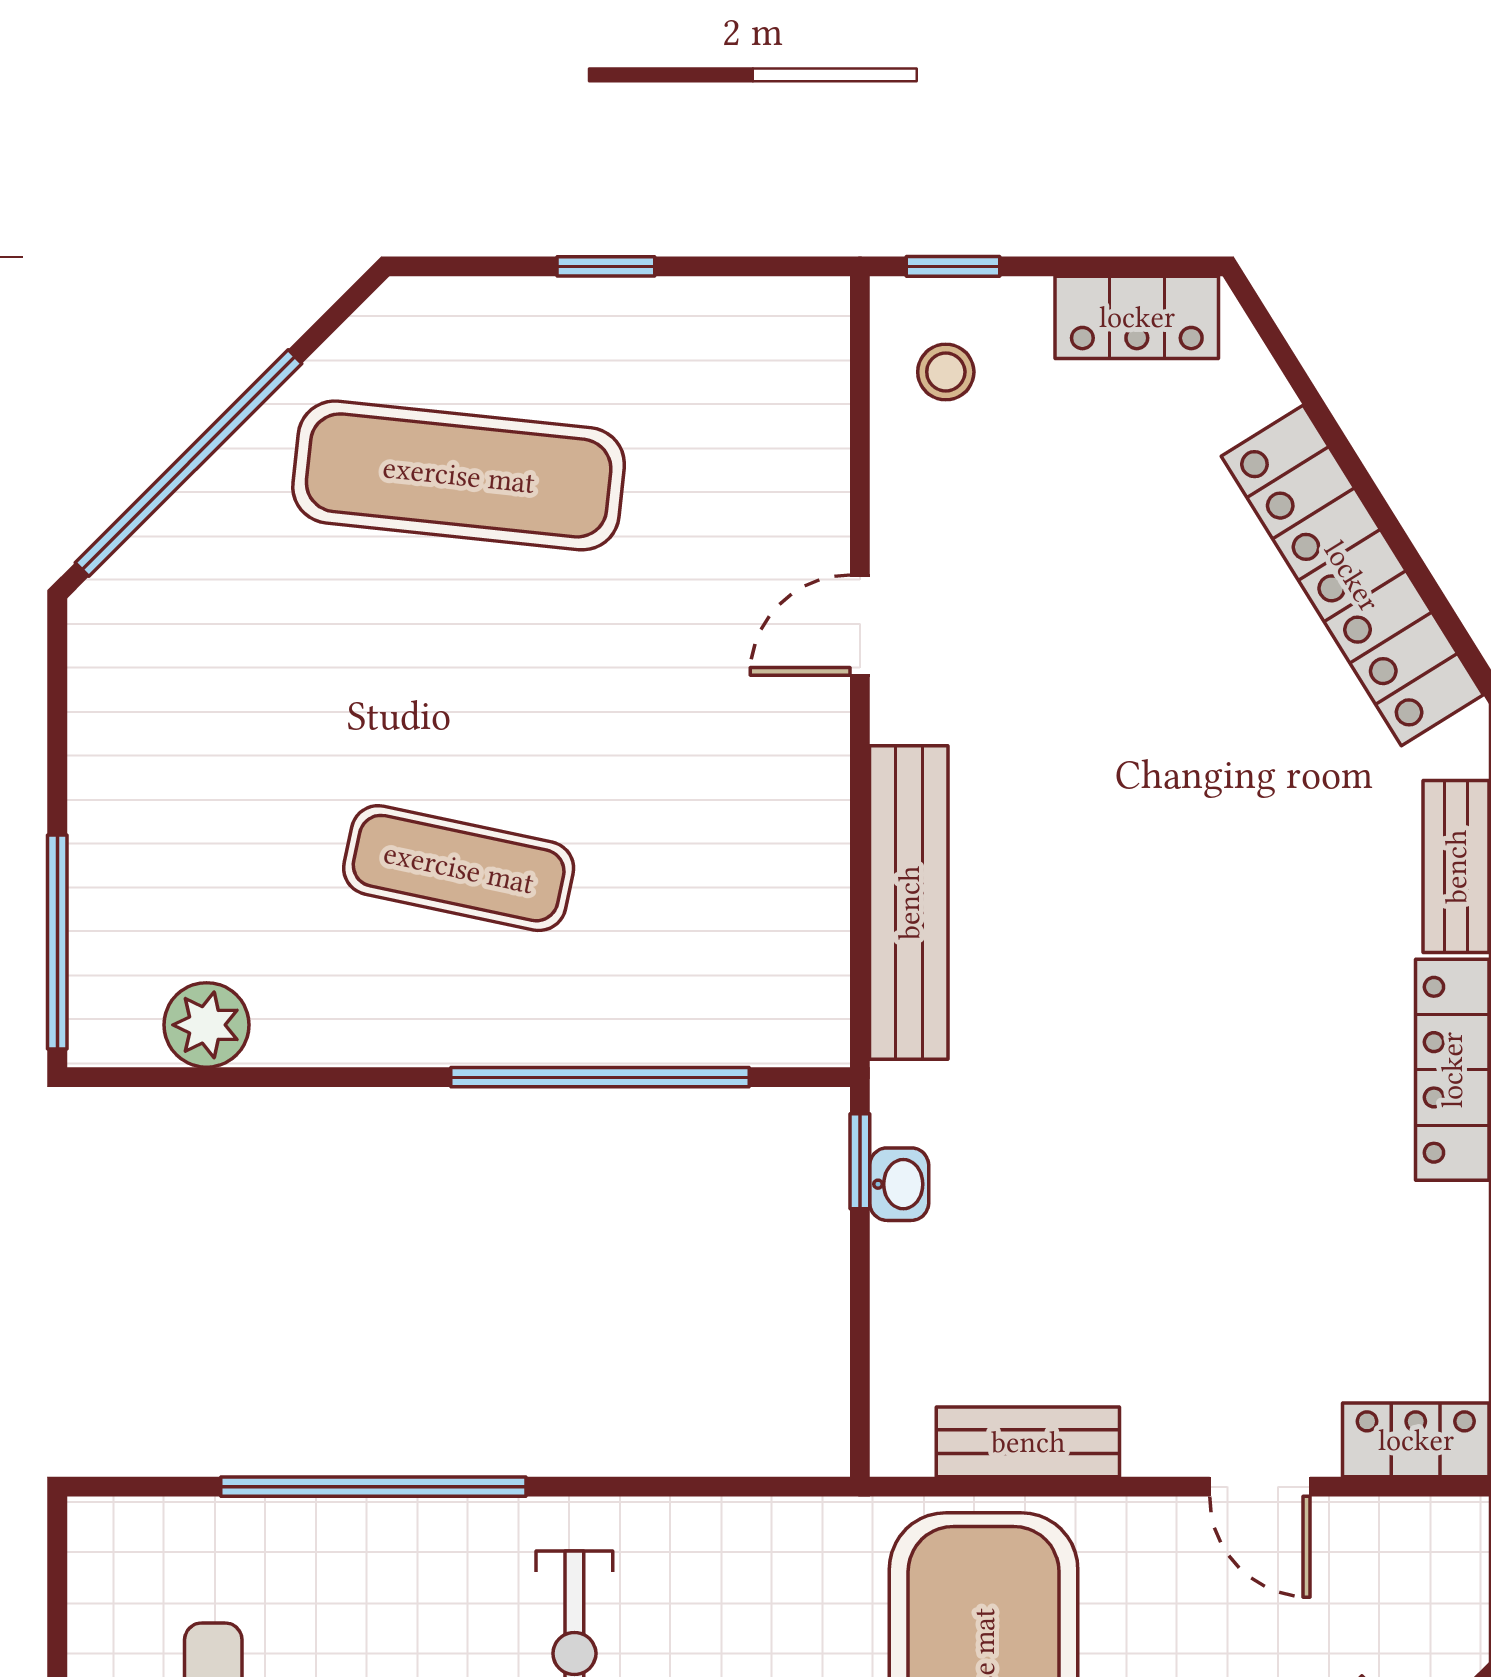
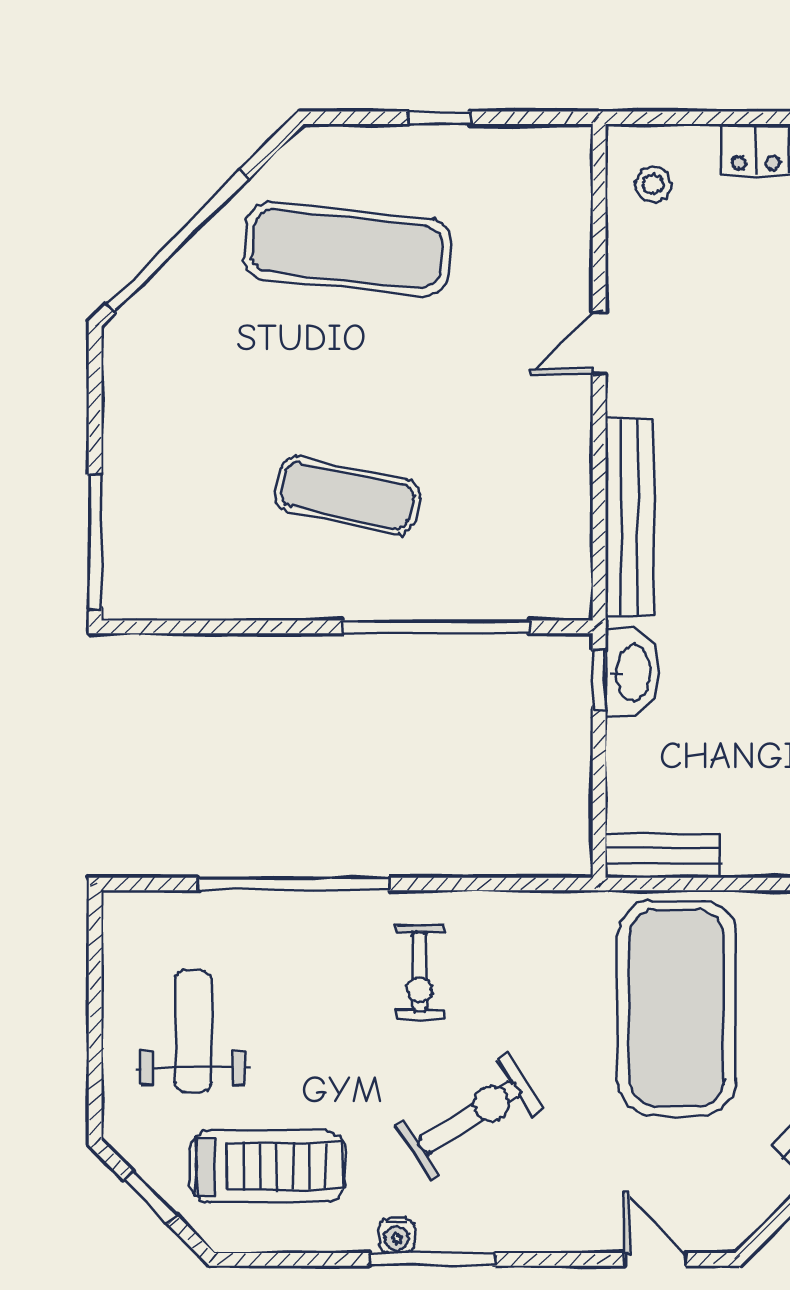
window: (953, 266) -> (658, 118), removed
plant: (207, 1025) -> (189, 594), removed
washbasin: (899, 1184) -> (632, 673), width x1.91, depth x1.45
bench: (1028, 1442) -> (663, 856), moved

